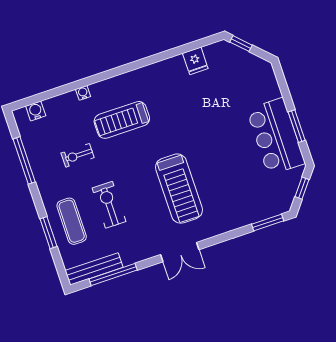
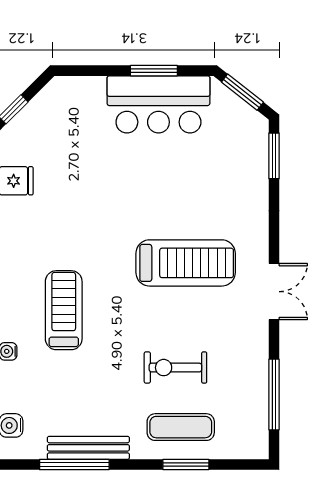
treadmill: (122, 120) -> (64, 310), turned 180
exercise bike: (78, 155) -> (92, 388), removed
window: (302, 188) -> (242, 92), width x1.50
bench: (94, 269) -> (88, 448), moved, turned 90

